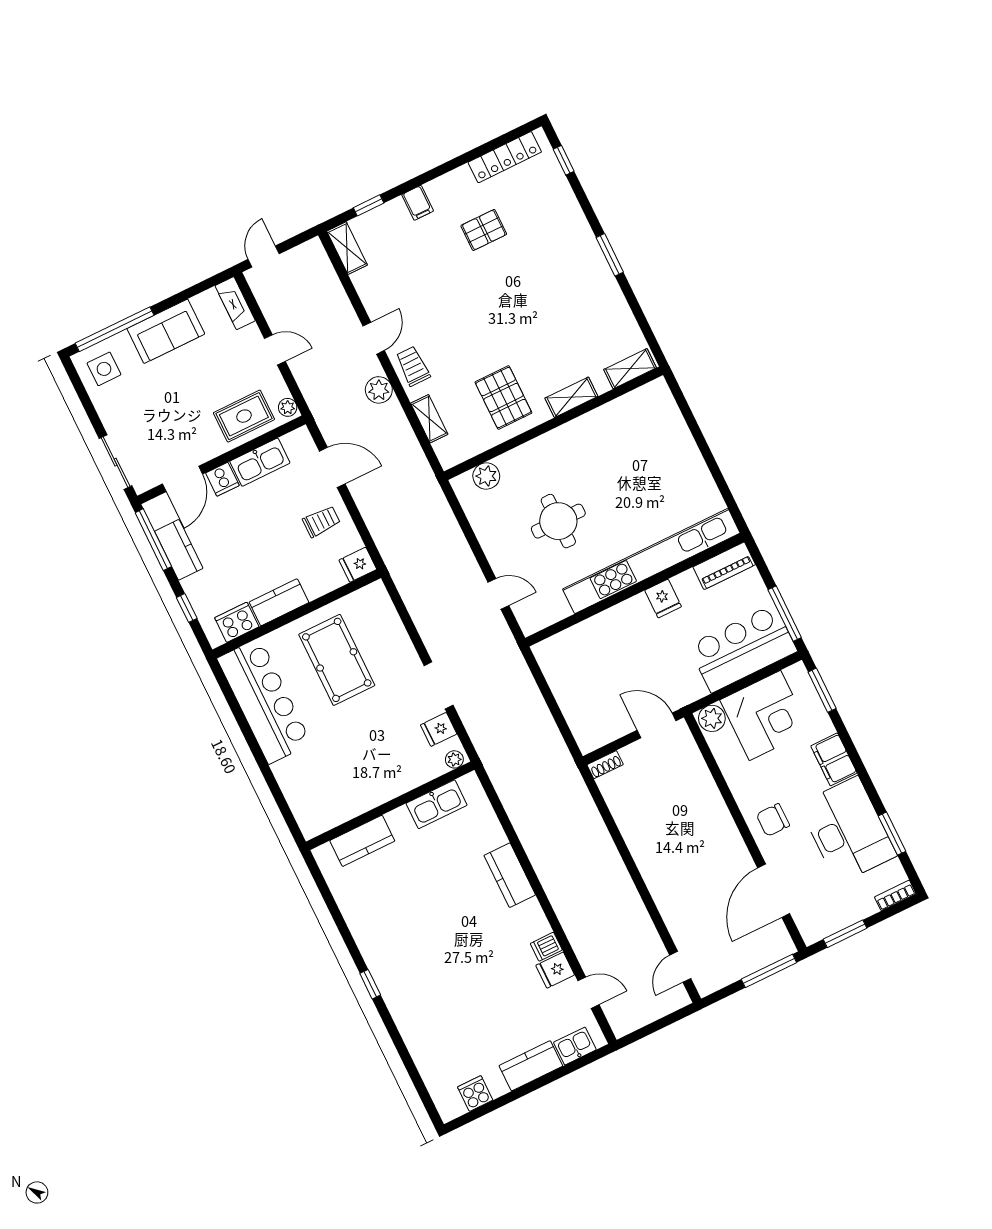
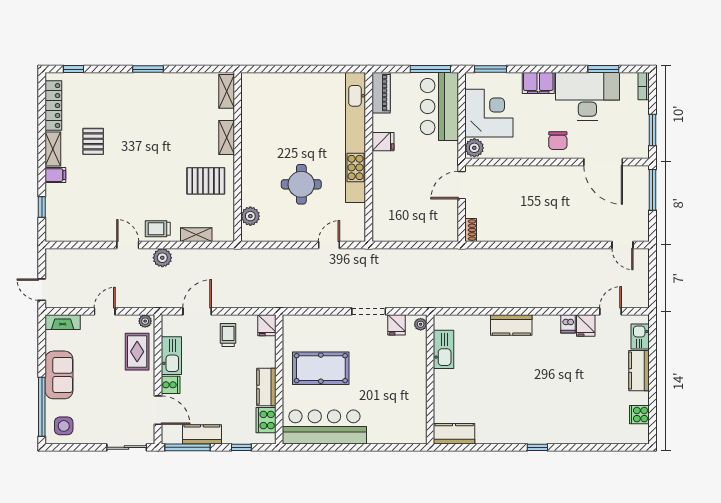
shelving: (347, 248) -> (53, 149), moved, turned 90
kitchen counter: (362, 841) -> (454, 434), moved, turned -90

